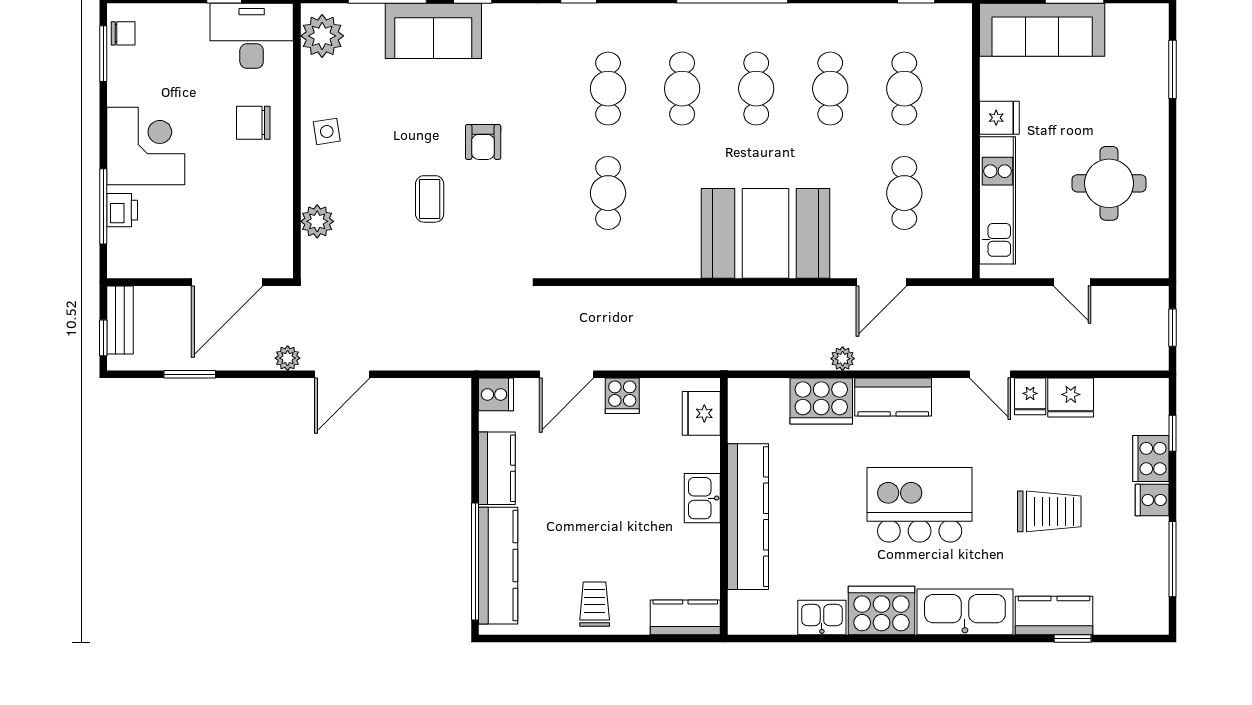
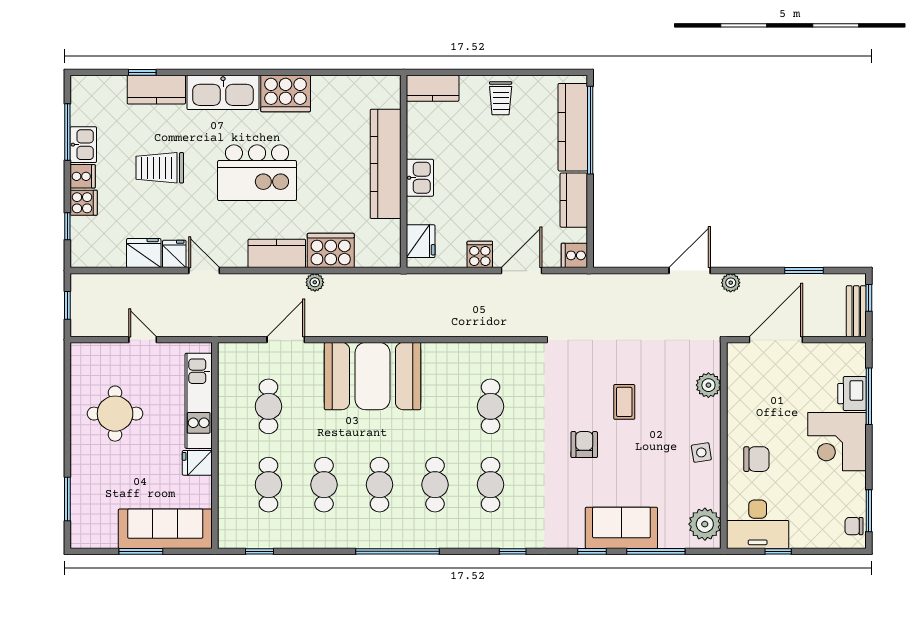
printer: (122, 210) -> (852, 394), width x1.36, depth x1.24
cooker: (1151, 459) -> (84, 203), width x0.73
kitchen sink: (822, 617) -> (83, 145), moved, turned -90

